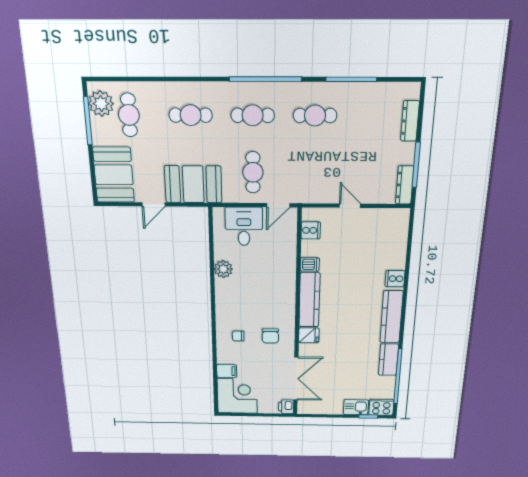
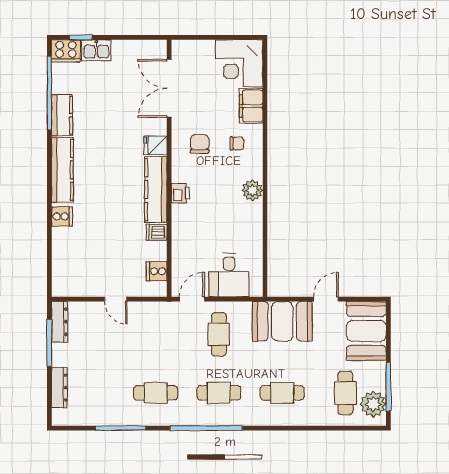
plant: (223, 269) -> (252, 190), moved
filing cabinet: (227, 371) -> (251, 106), width x2.00
printer: (286, 407) -> (180, 193), moved

